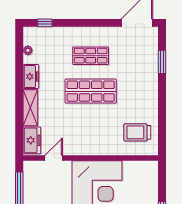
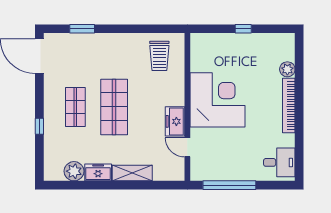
window: (45, 23) -> (39, 126), moved
plant: (28, 50) -> (74, 171), width x1.88, depth x1.88
freezer: (32, 140) -> (175, 121), moved, turned -90

